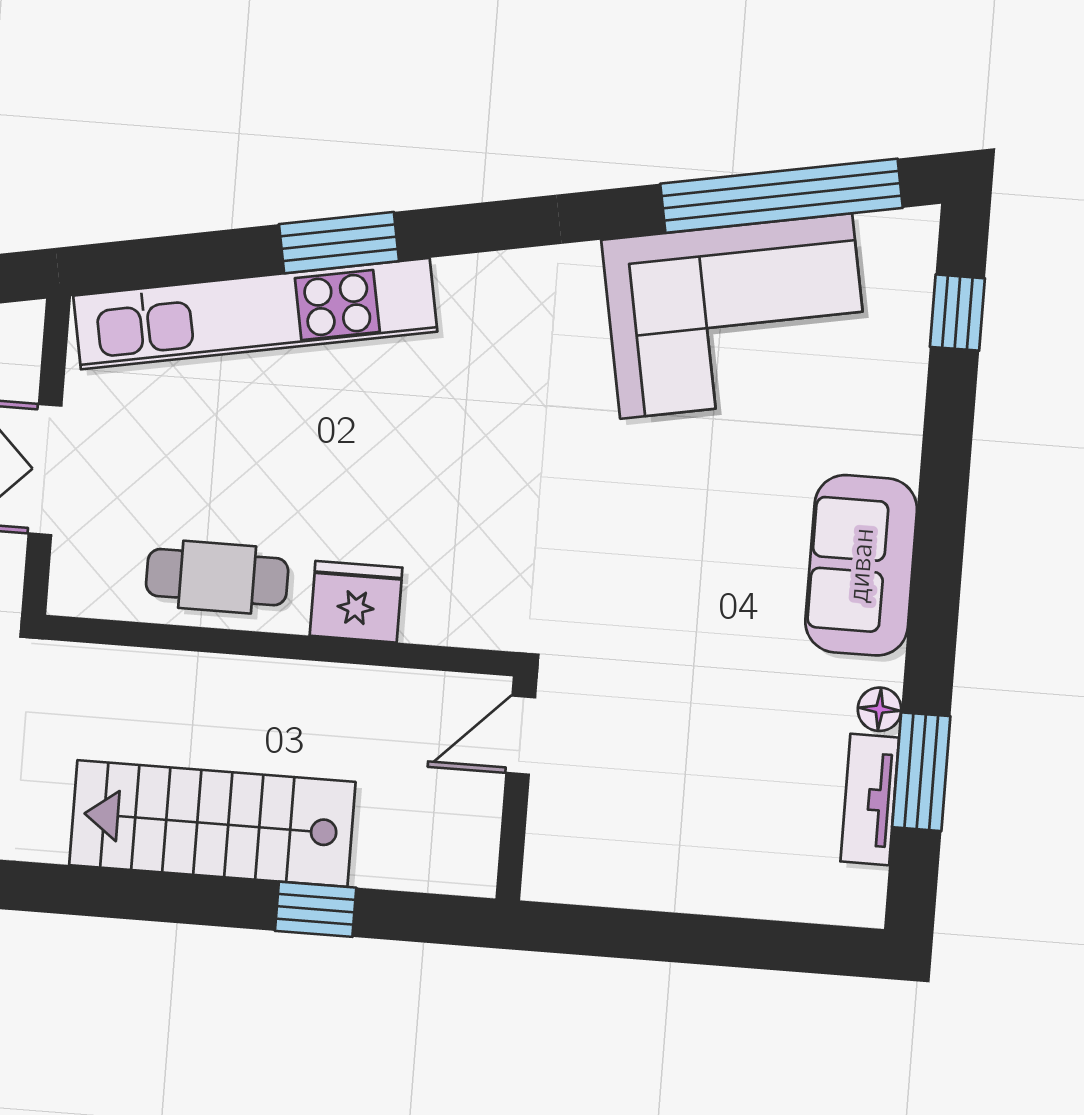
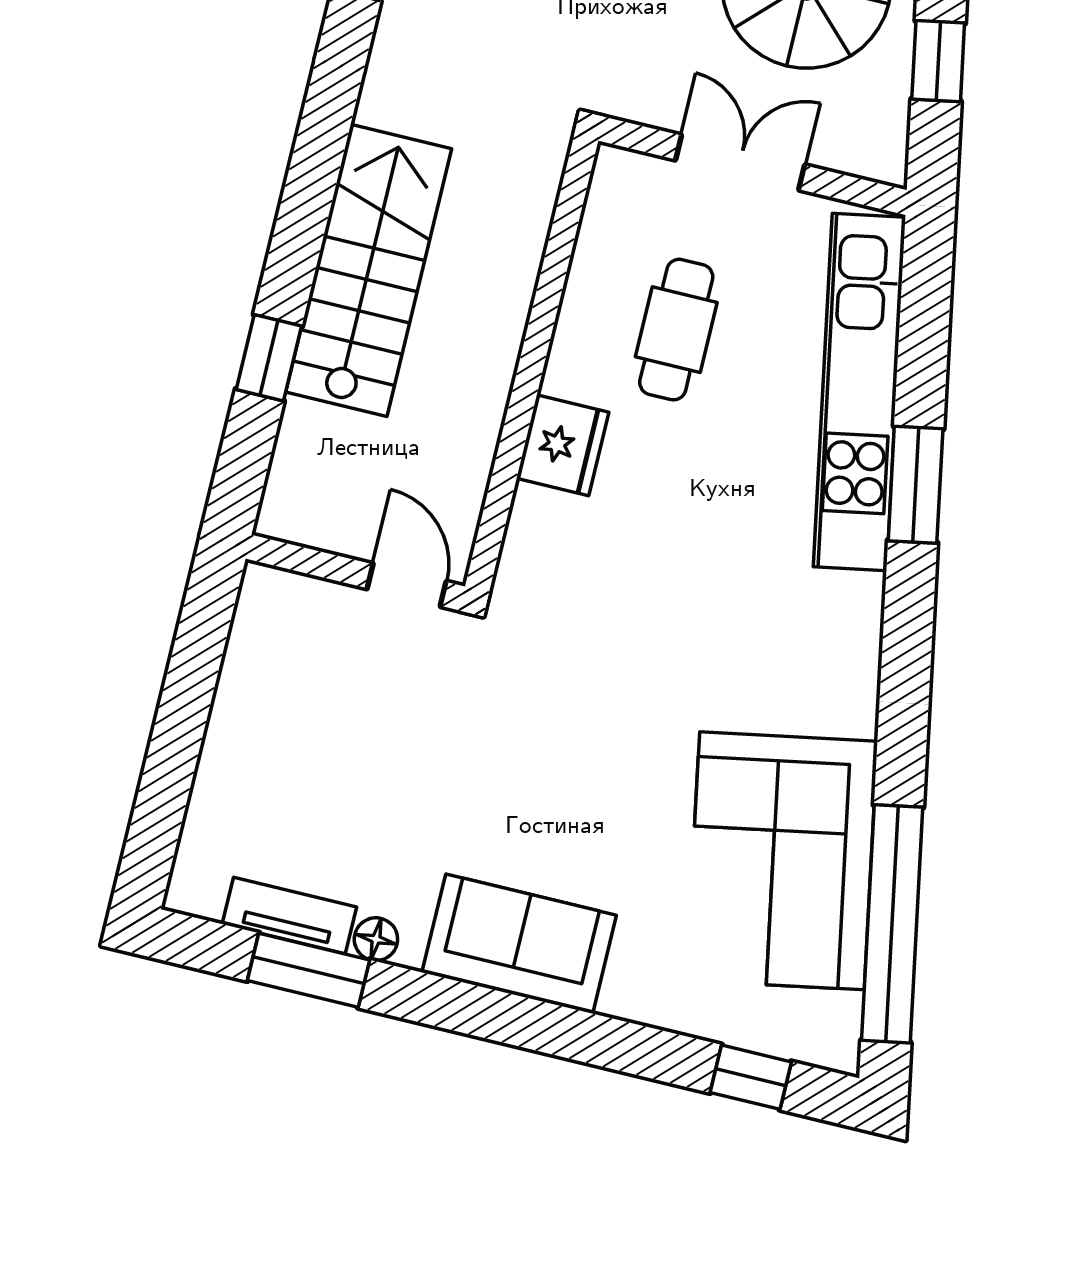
cafe table: (217, 577) -> (676, 330), moved

